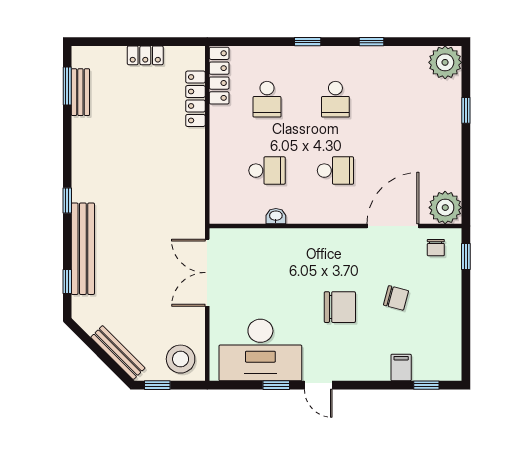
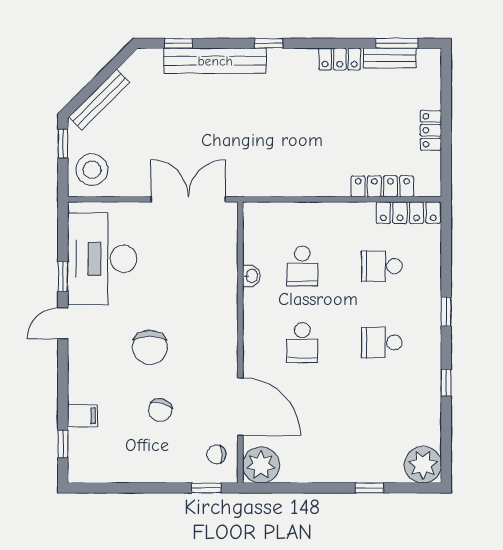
locker: (81, 137) -> (340, 59), added

